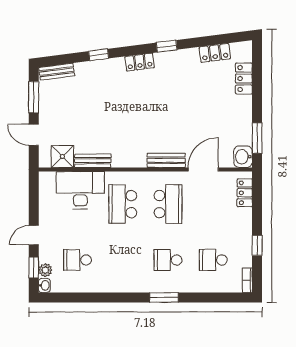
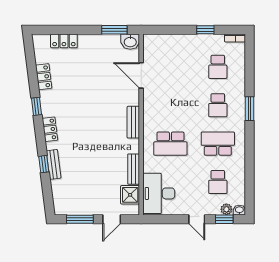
locker: (215, 53) -> (44, 77), moved
bench: (57, 72) -> (54, 164), moved
bench: (166, 160) -> (133, 122), moved
desk: (80, 190) -> (159, 193), moved
locker: (245, 193) -> (161, 40), removed
school desk: (168, 204) -> (218, 144), moved

